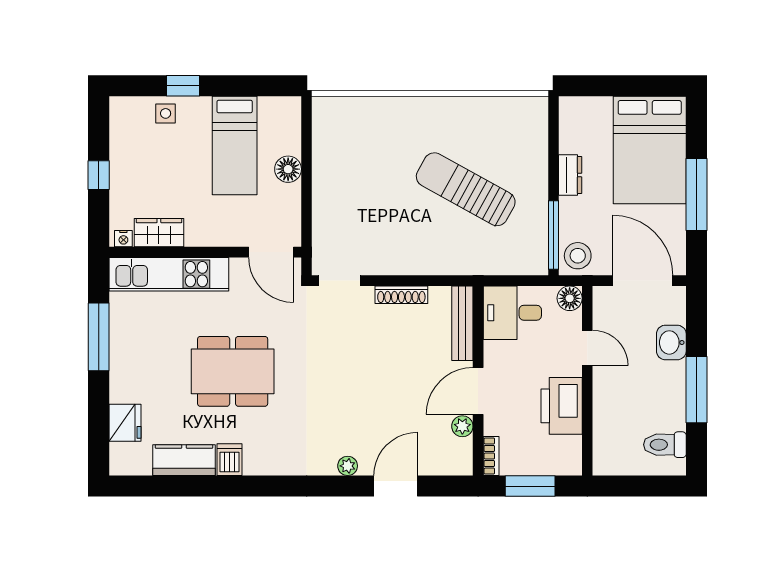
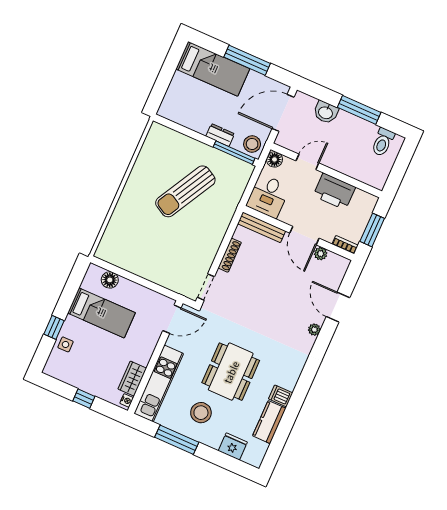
bed: (650, 150) -> (213, 69), width x0.67
floor lamp: (288, 169) -> (110, 280), moved
dresser: (570, 175) -> (220, 135), moved
stool: (154, 355) -> (201, 413), added

